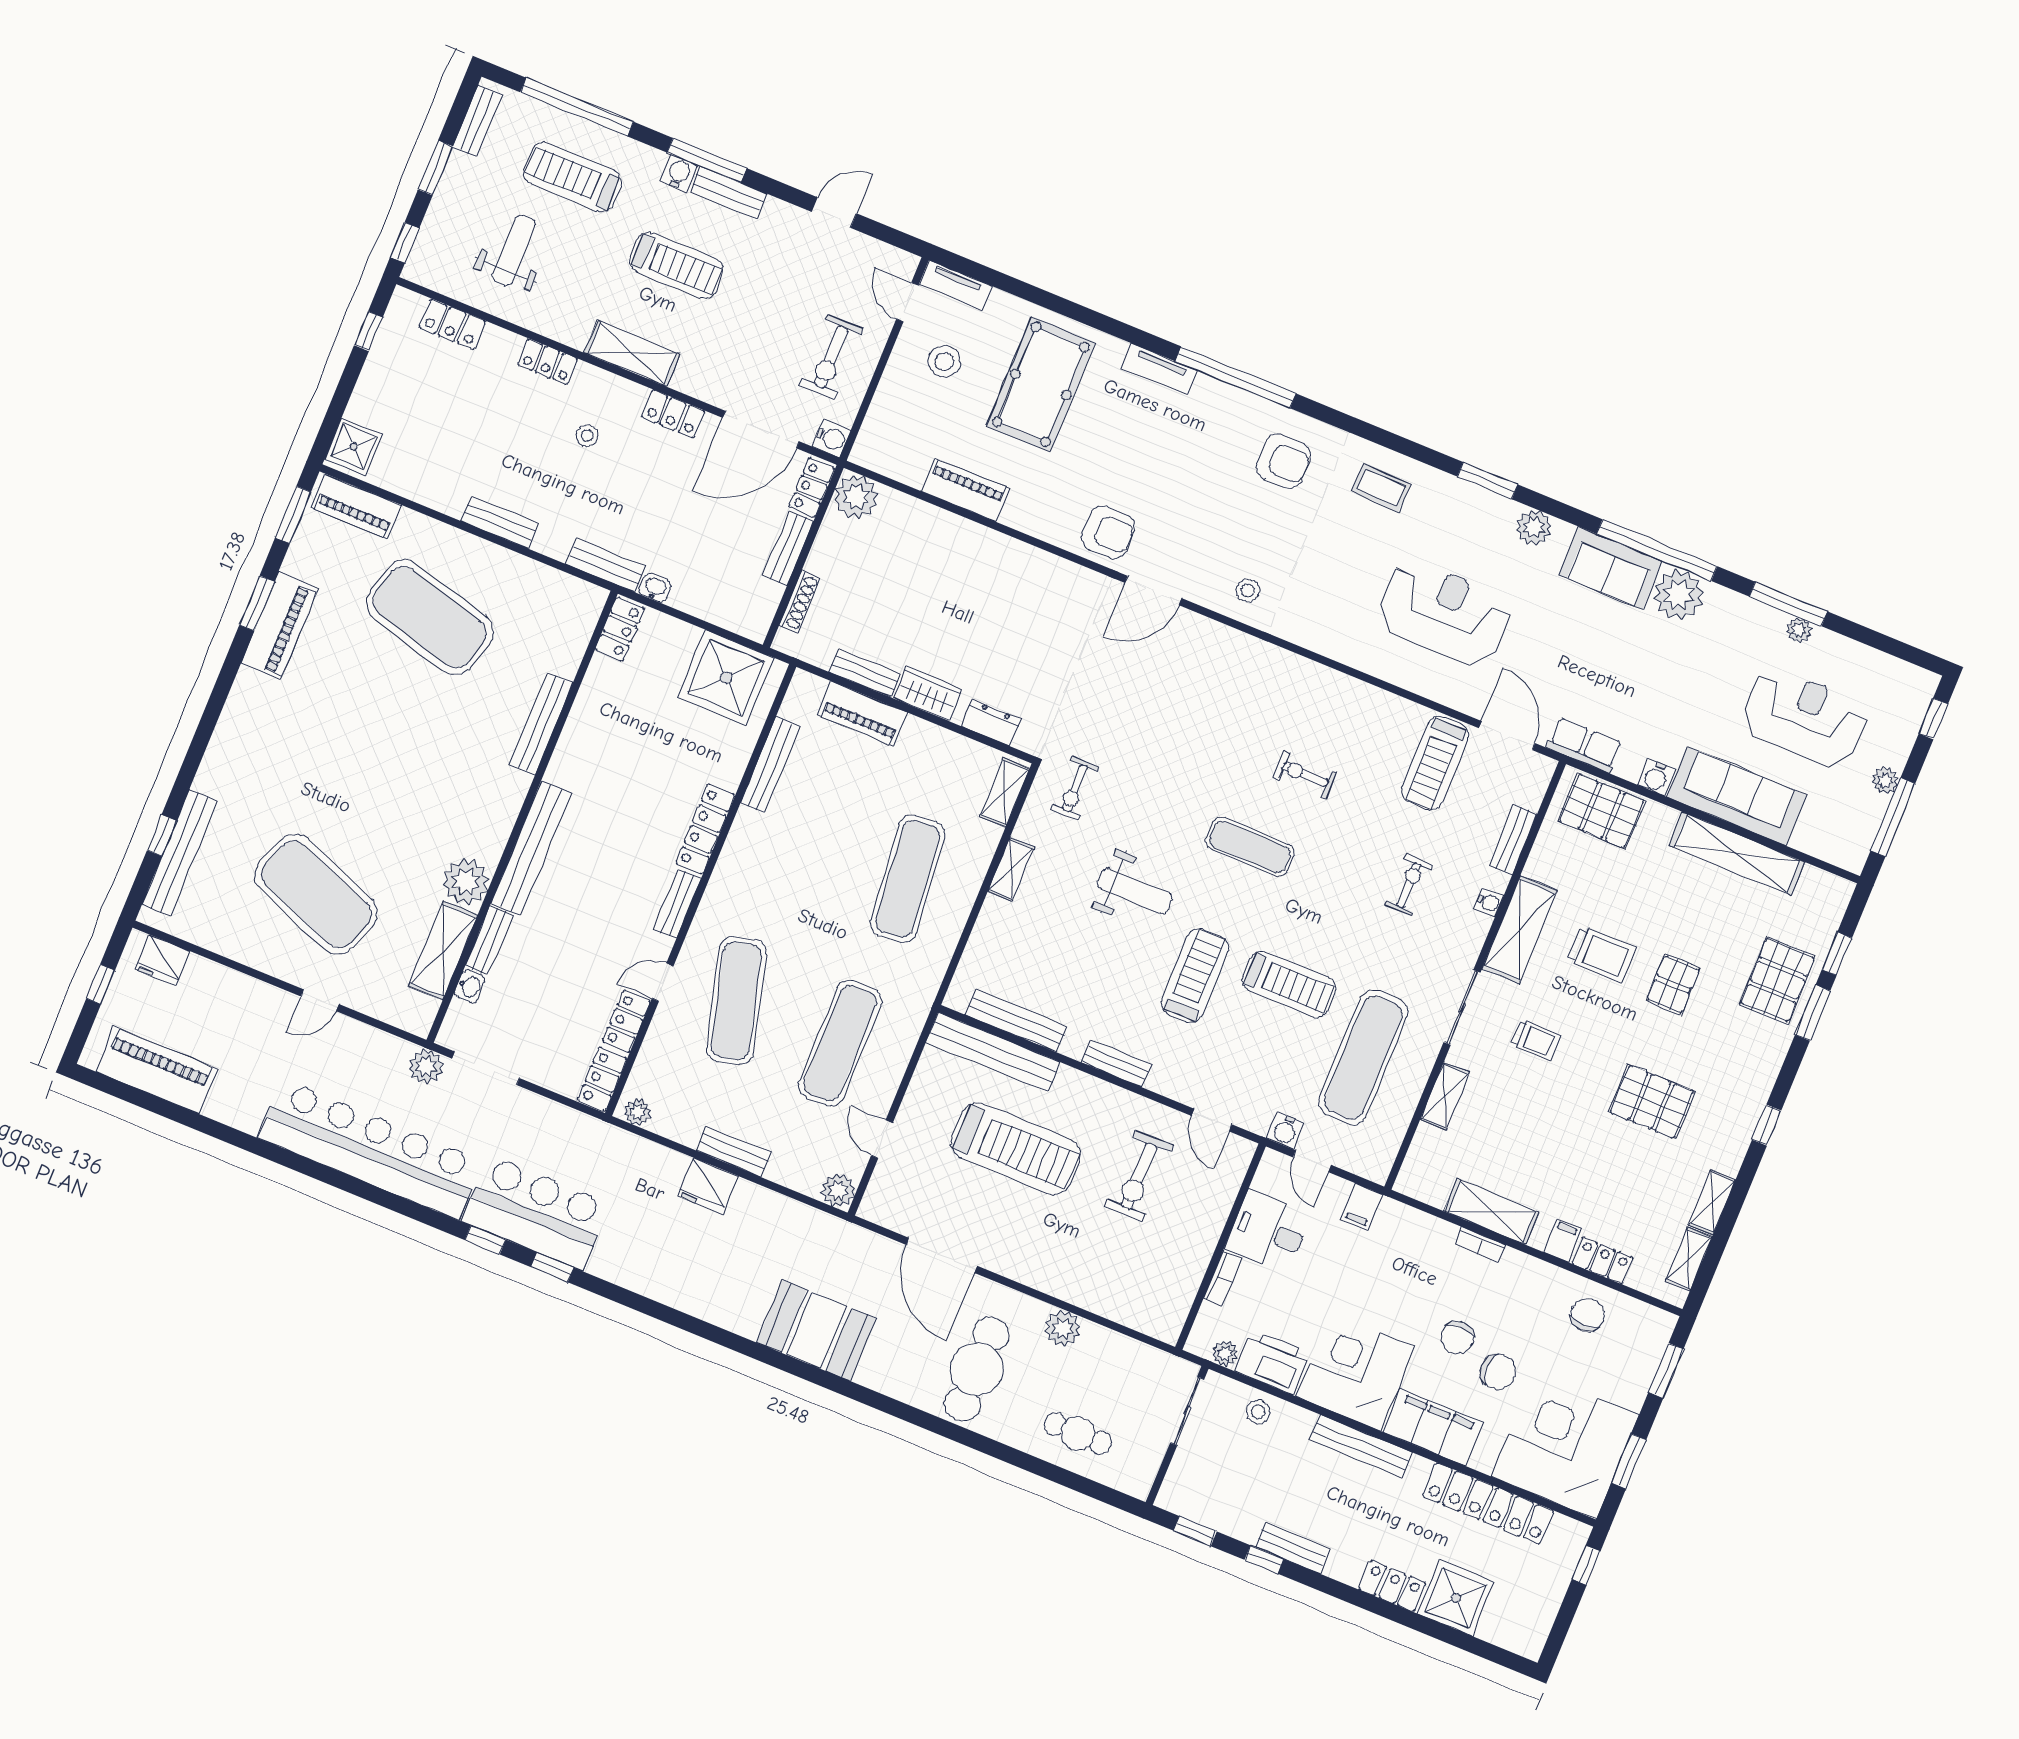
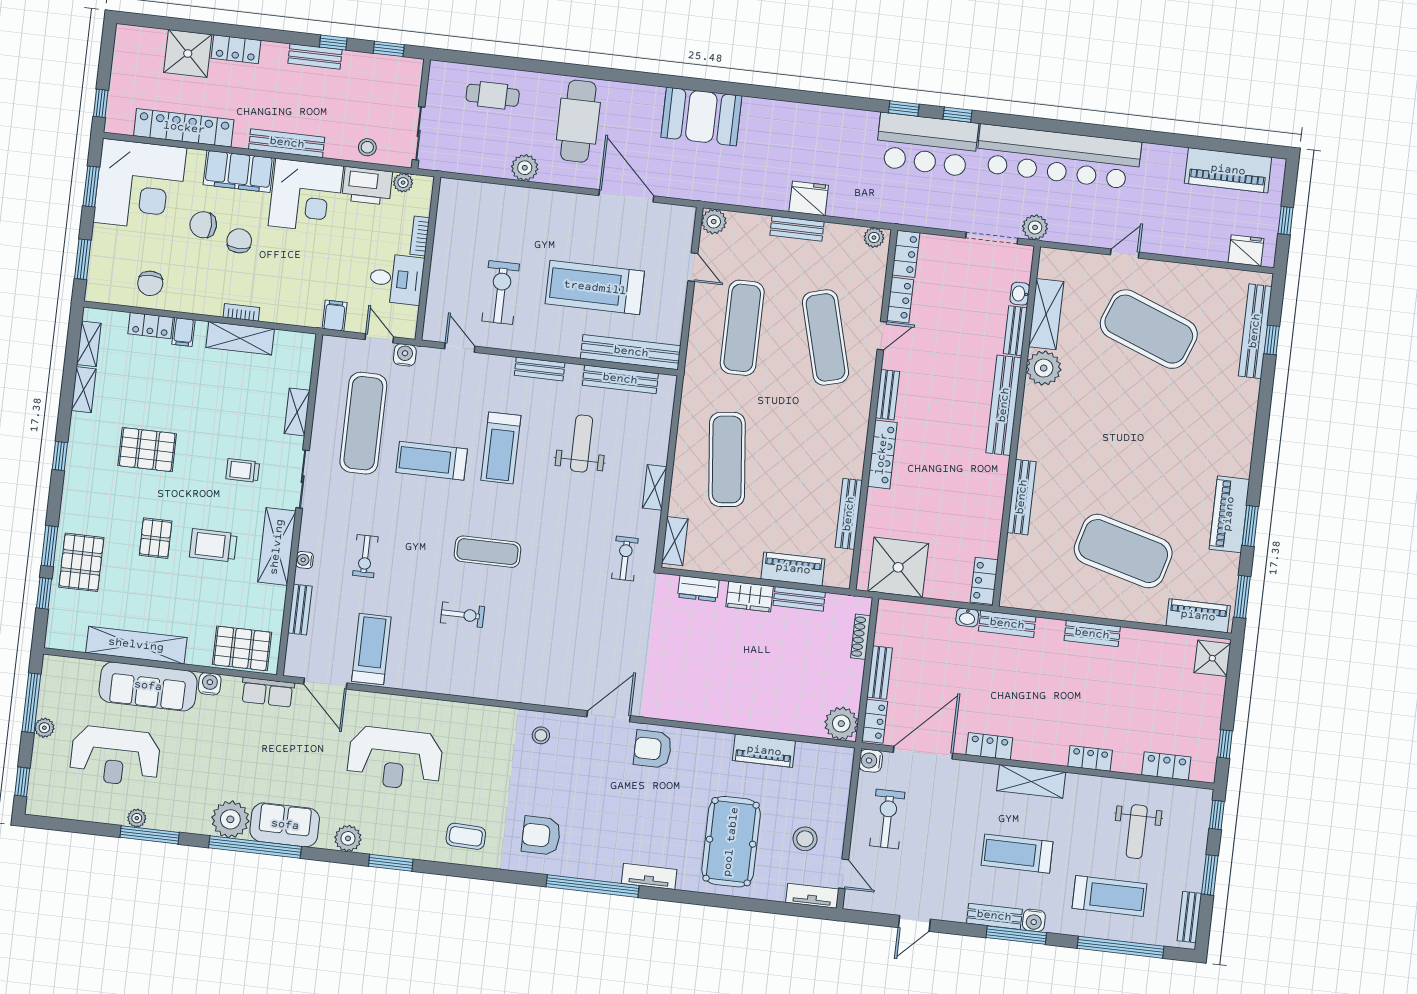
stool: (587, 436) -> (1047, 713), removed
weight bench: (1135, 891) -> (582, 444), moved, turned 90

